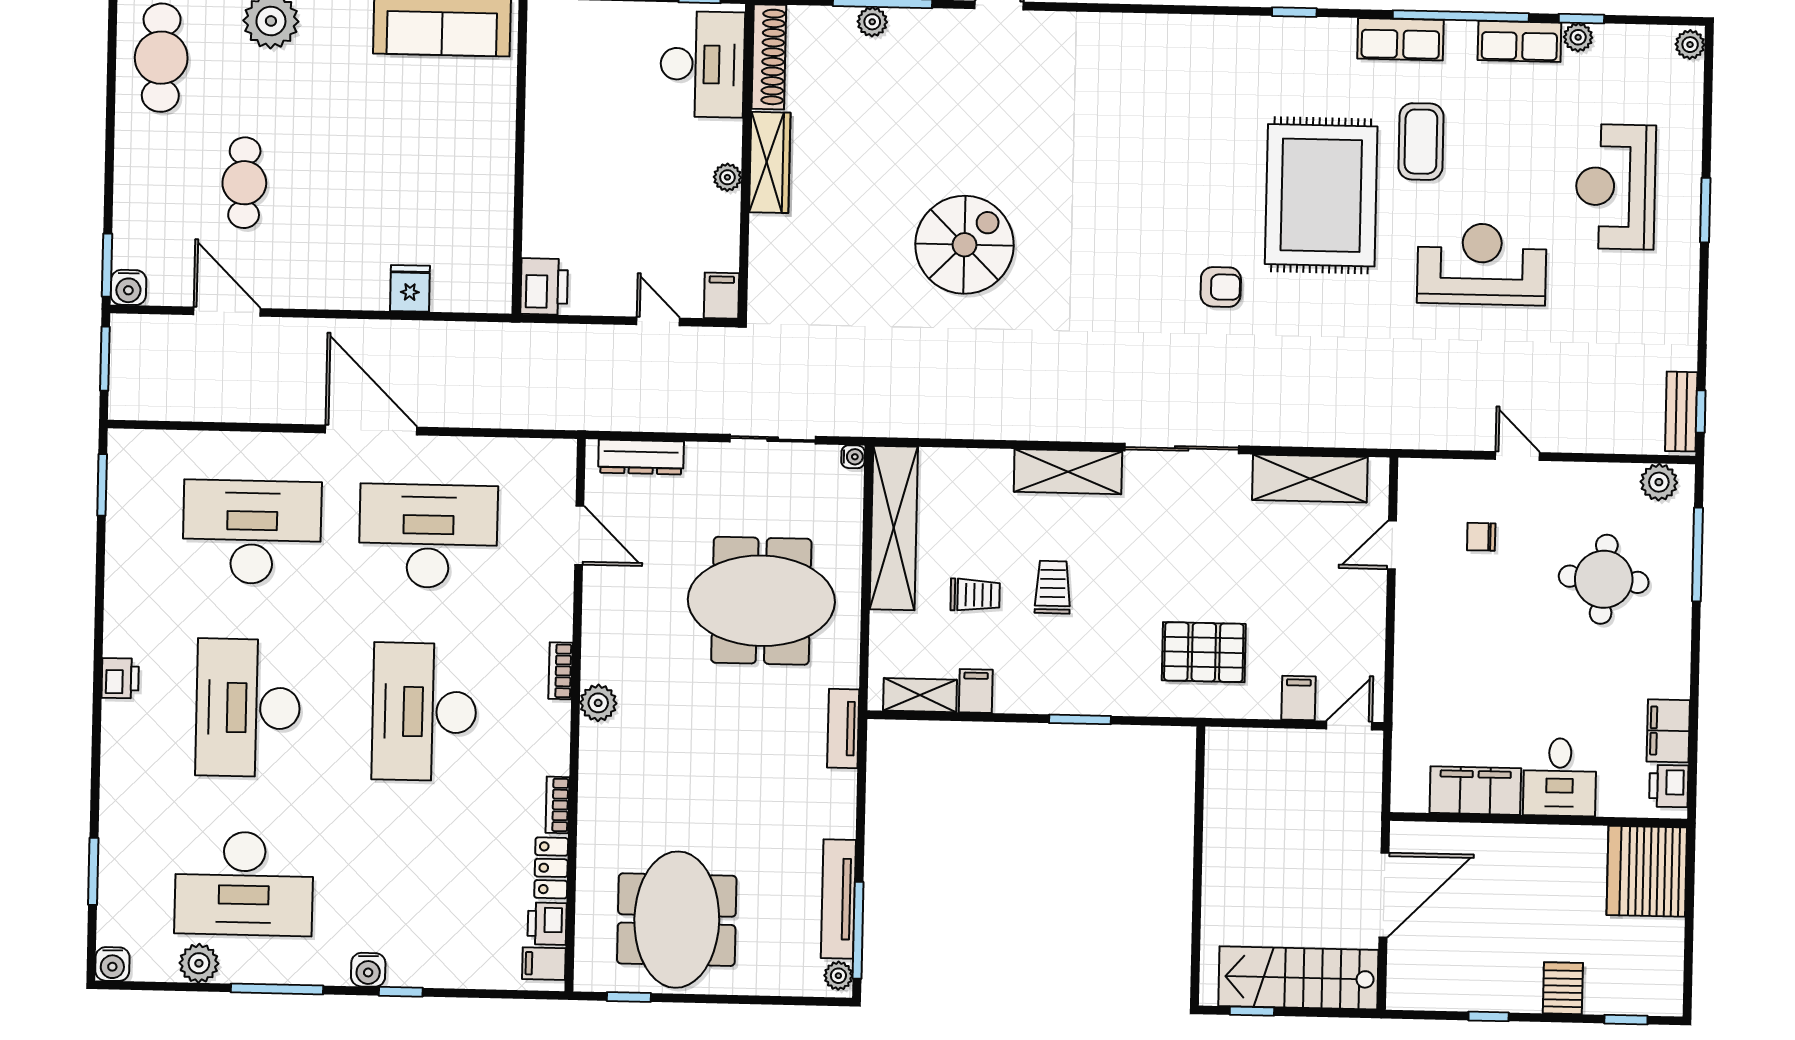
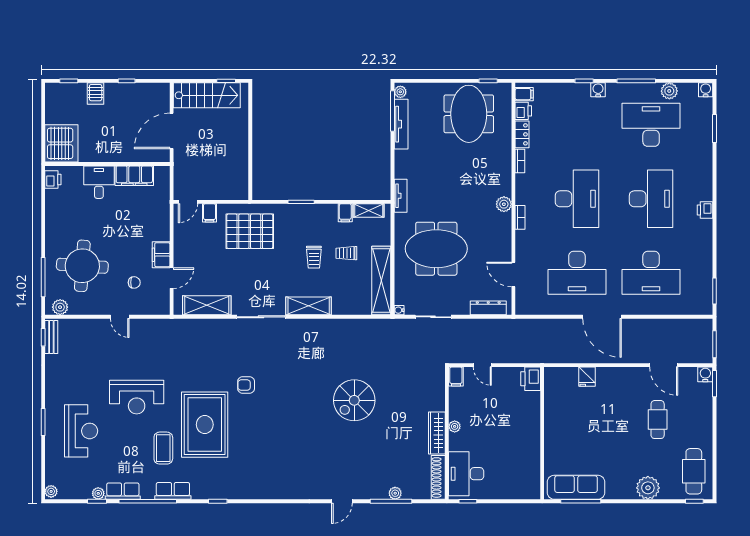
round table: (1604, 579) -> (82, 266), width x1.36, depth x1.36
pallet: (1204, 652) -> (250, 231), width x1.37, depth x1.41
filing cabinet: (1668, 731) -> (161, 255), moved, turned 180

